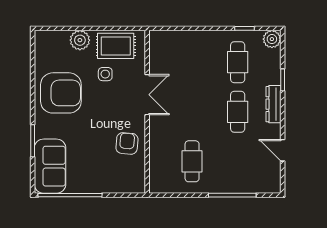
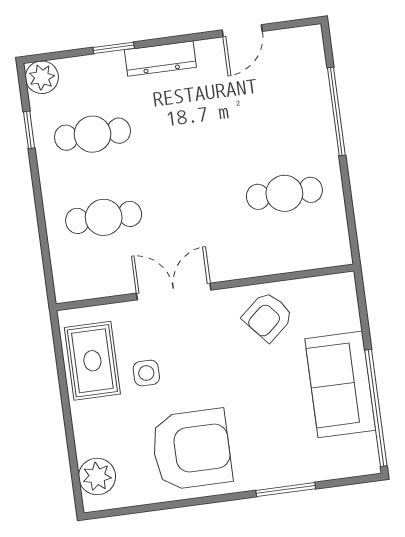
plant: (80, 40) -> (97, 476), moved
armchair: (61, 93) -> (192, 449), turned 90
cafe table: (238, 112) -> (104, 217), moved
armchair: (127, 143) -> (268, 316), turned -46
sofa: (50, 166) -> (340, 384), moved, turned -90

